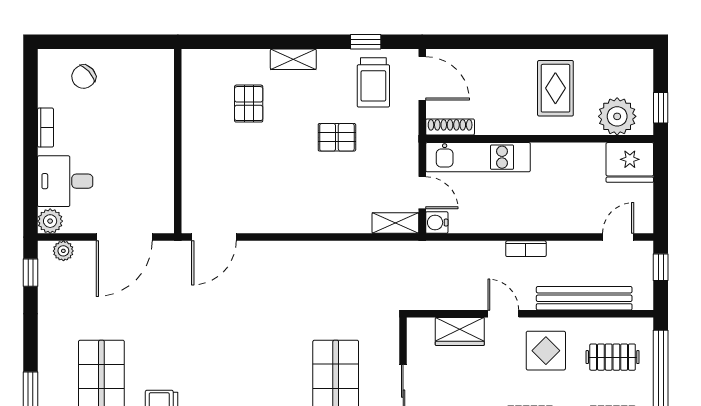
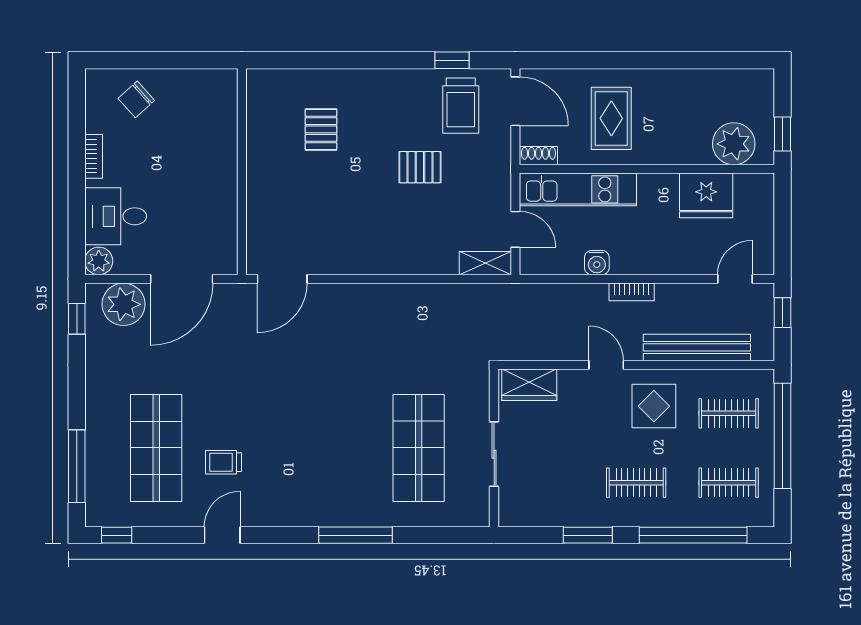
shelving: (293, 59) -> (371, 80), removed
rug: (555, 88) -> (611, 118), moved
shoe rack: (450, 127) -> (538, 156), width x0.70
fridge: (630, 162) -> (706, 195), moved
water cooler: (437, 223) -> (597, 263), moved, turned -90
plant: (63, 251) -> (124, 304), width x1.87, depth x1.87
wardrobe: (460, 332) -> (529, 385), moved

